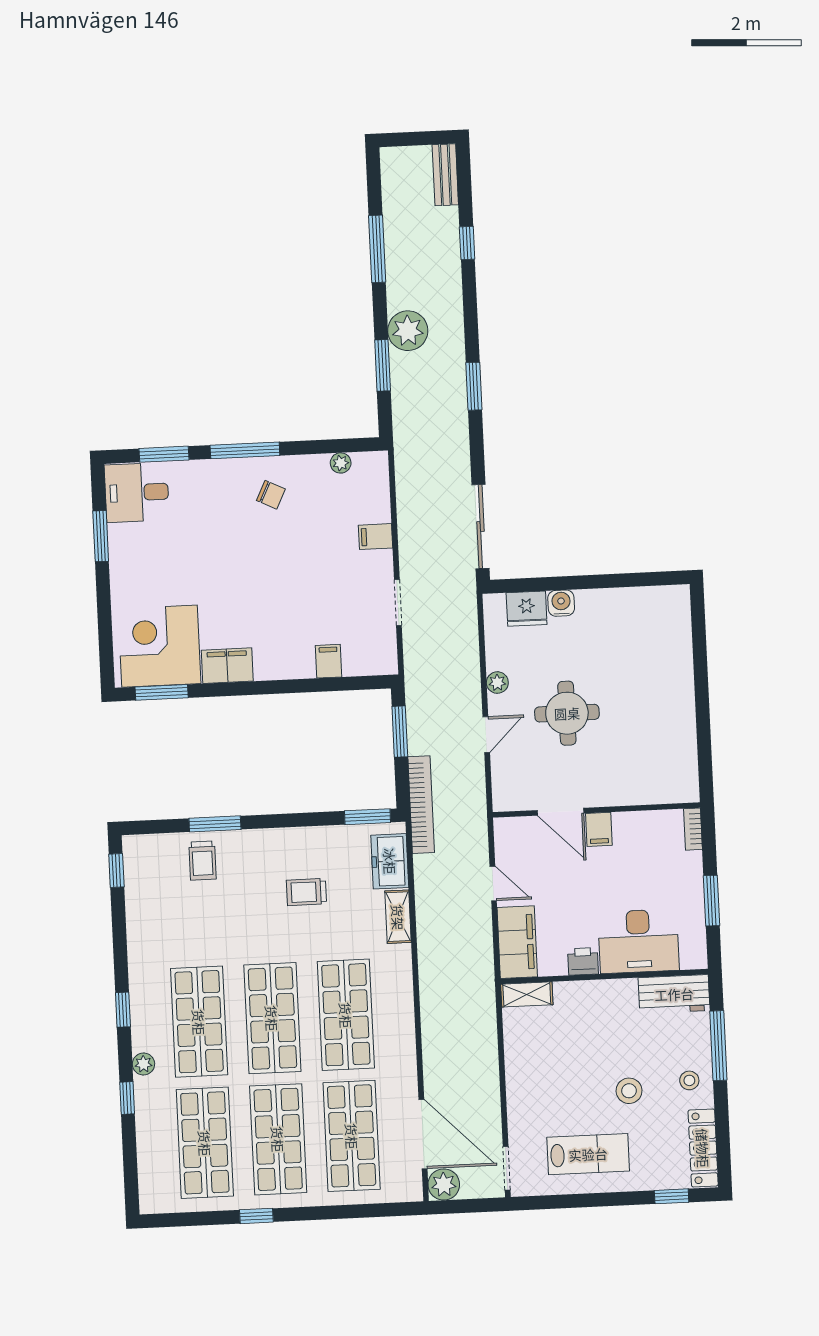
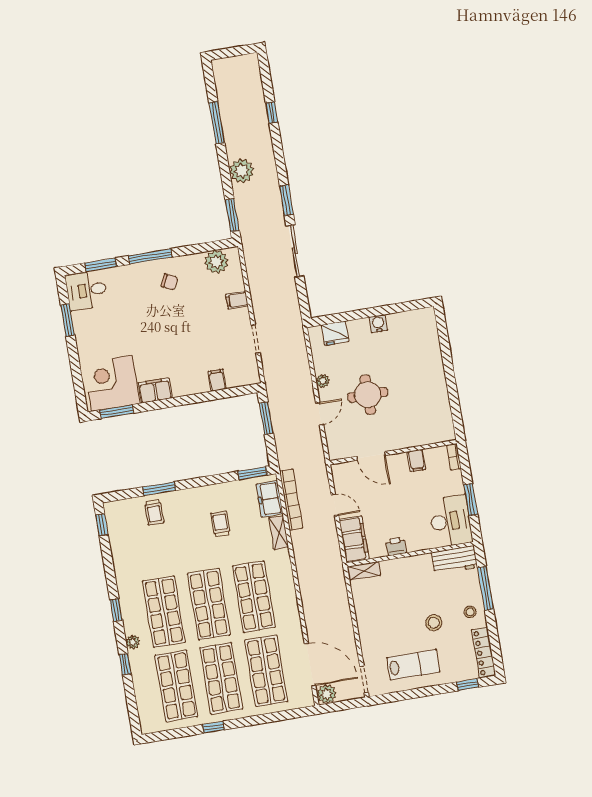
bench: (445, 175) -> (253, 72), removed
window: (383, 365) -> (232, 215), moved
plant: (341, 463) -> (216, 262), width x1.87, depth x1.87
sliding door: (480, 527) -> (295, 251), moved
water cooler: (561, 603) -> (378, 324), moved
bookcase: (421, 805) -> (291, 500), moved
filing cabinet: (599, 829) -> (416, 460), moved
trolley: (306, 892) -> (221, 524), turned 90
desk: (638, 941) -> (450, 521), moved, turned -90

